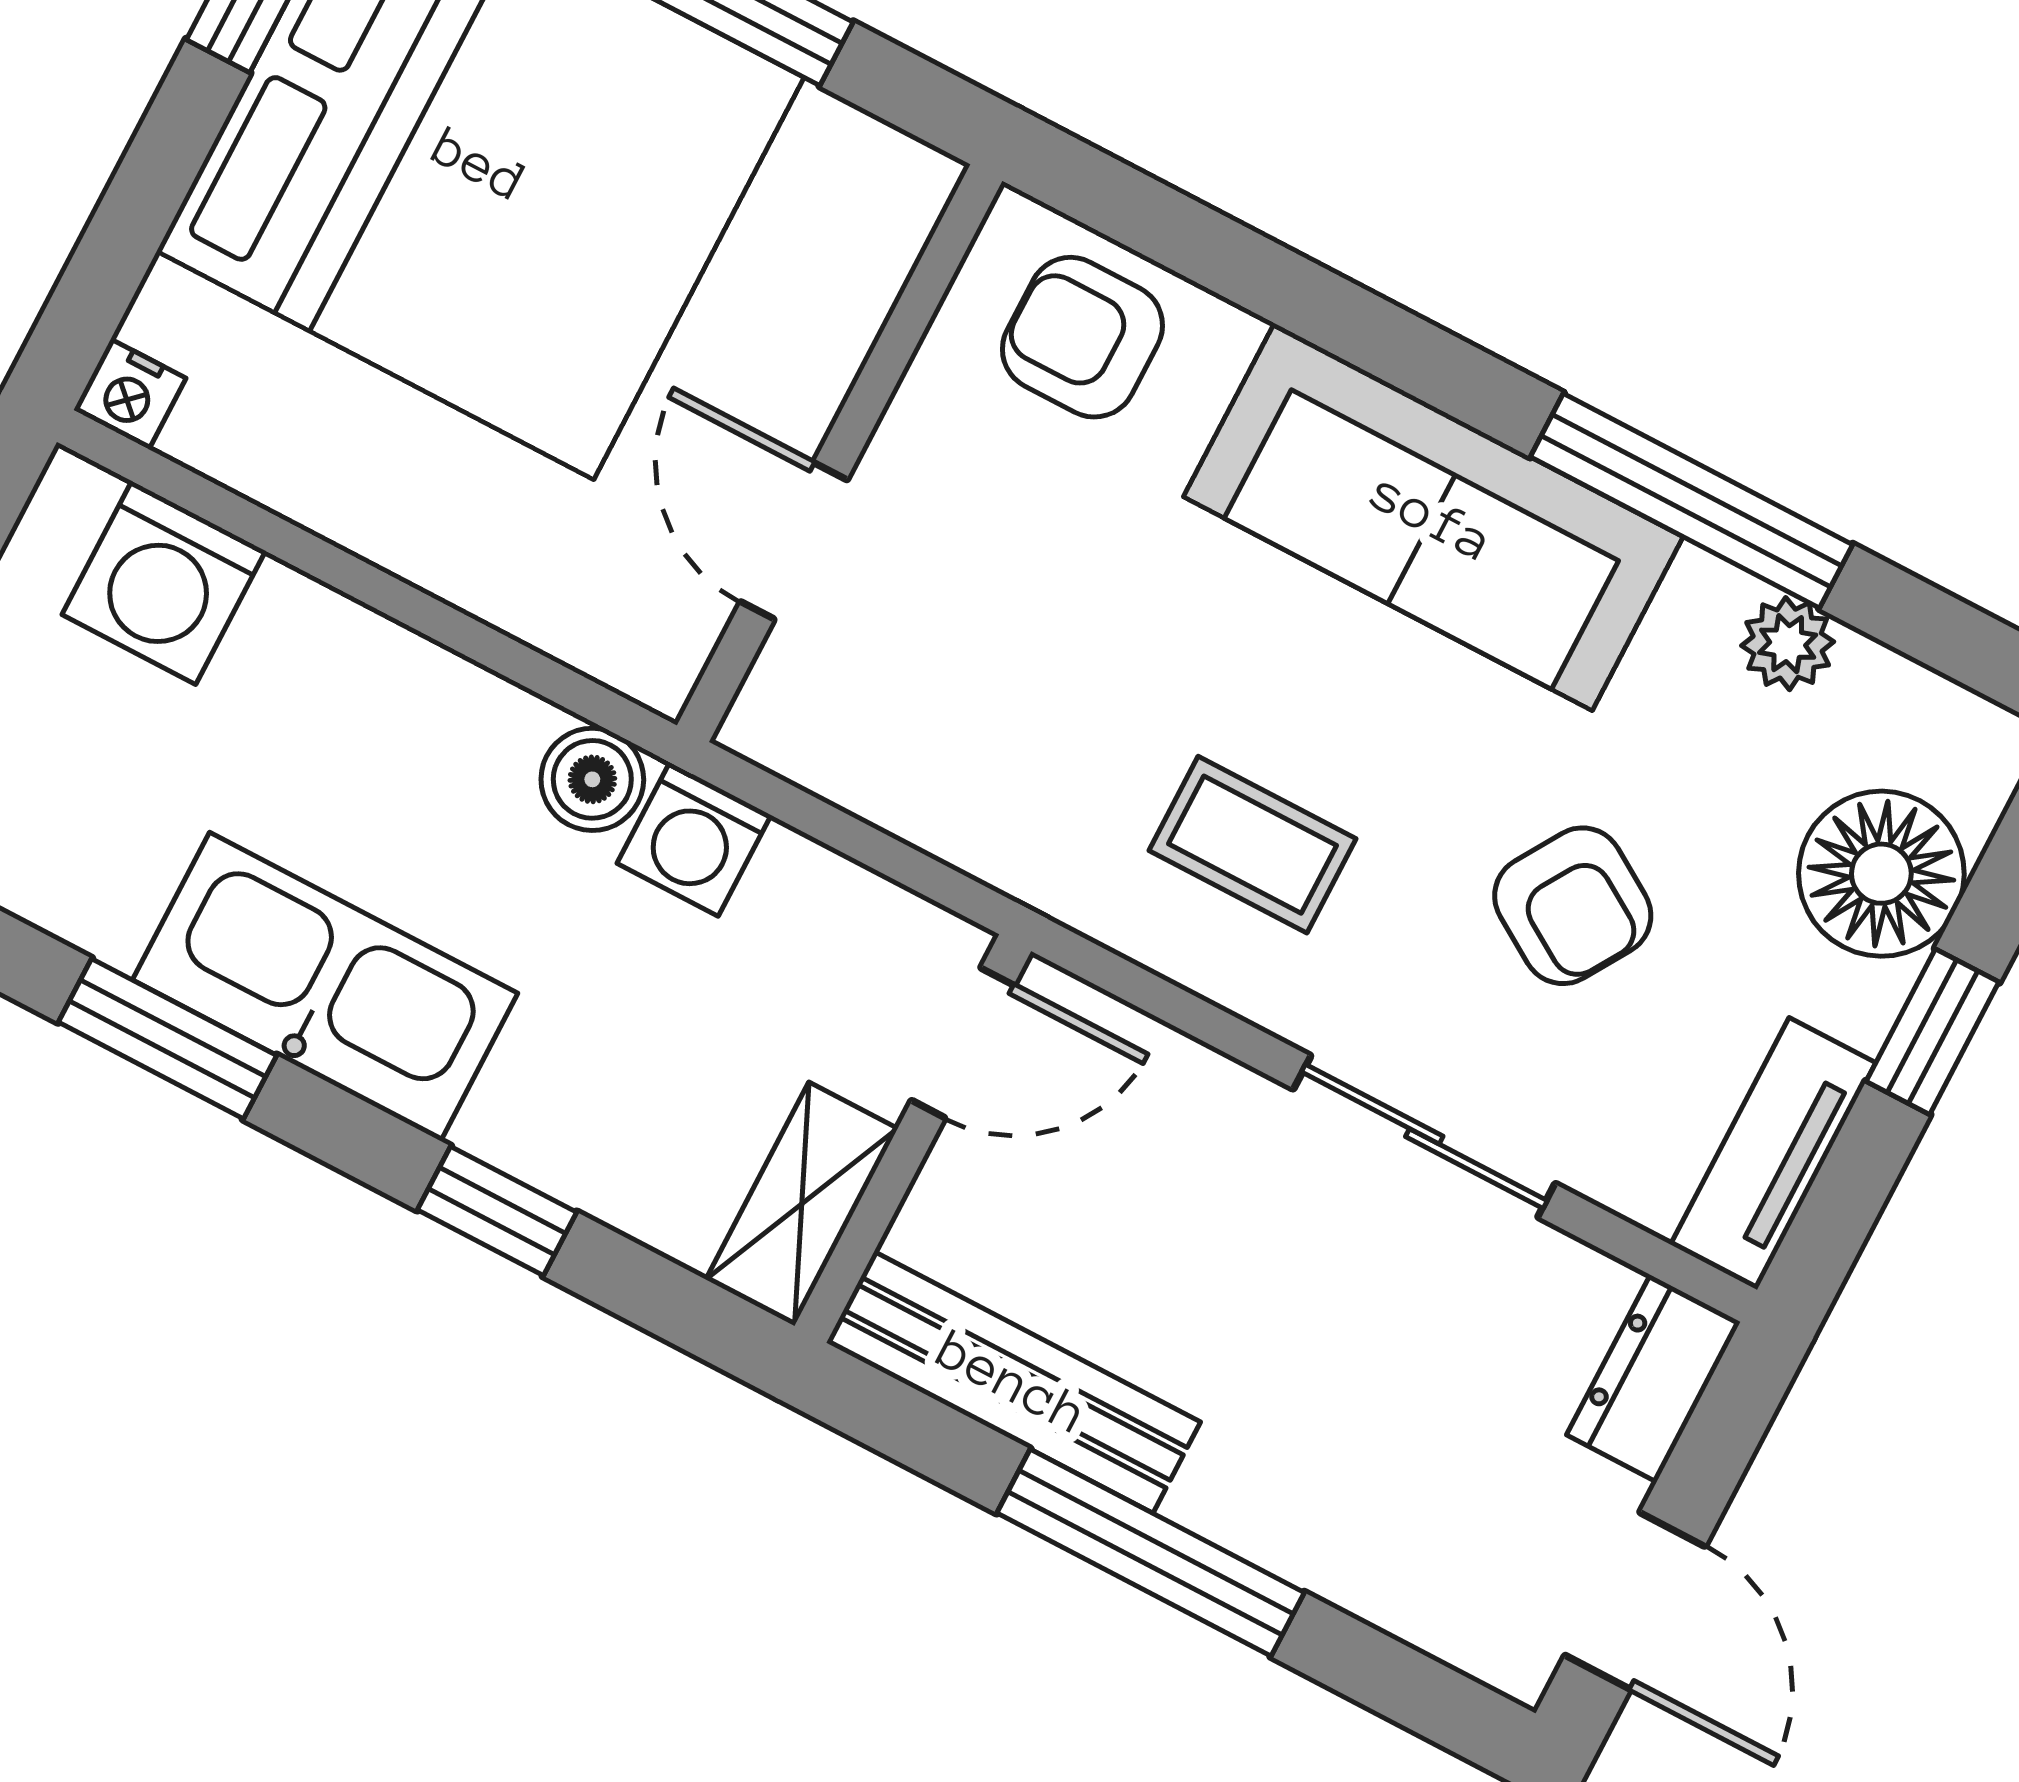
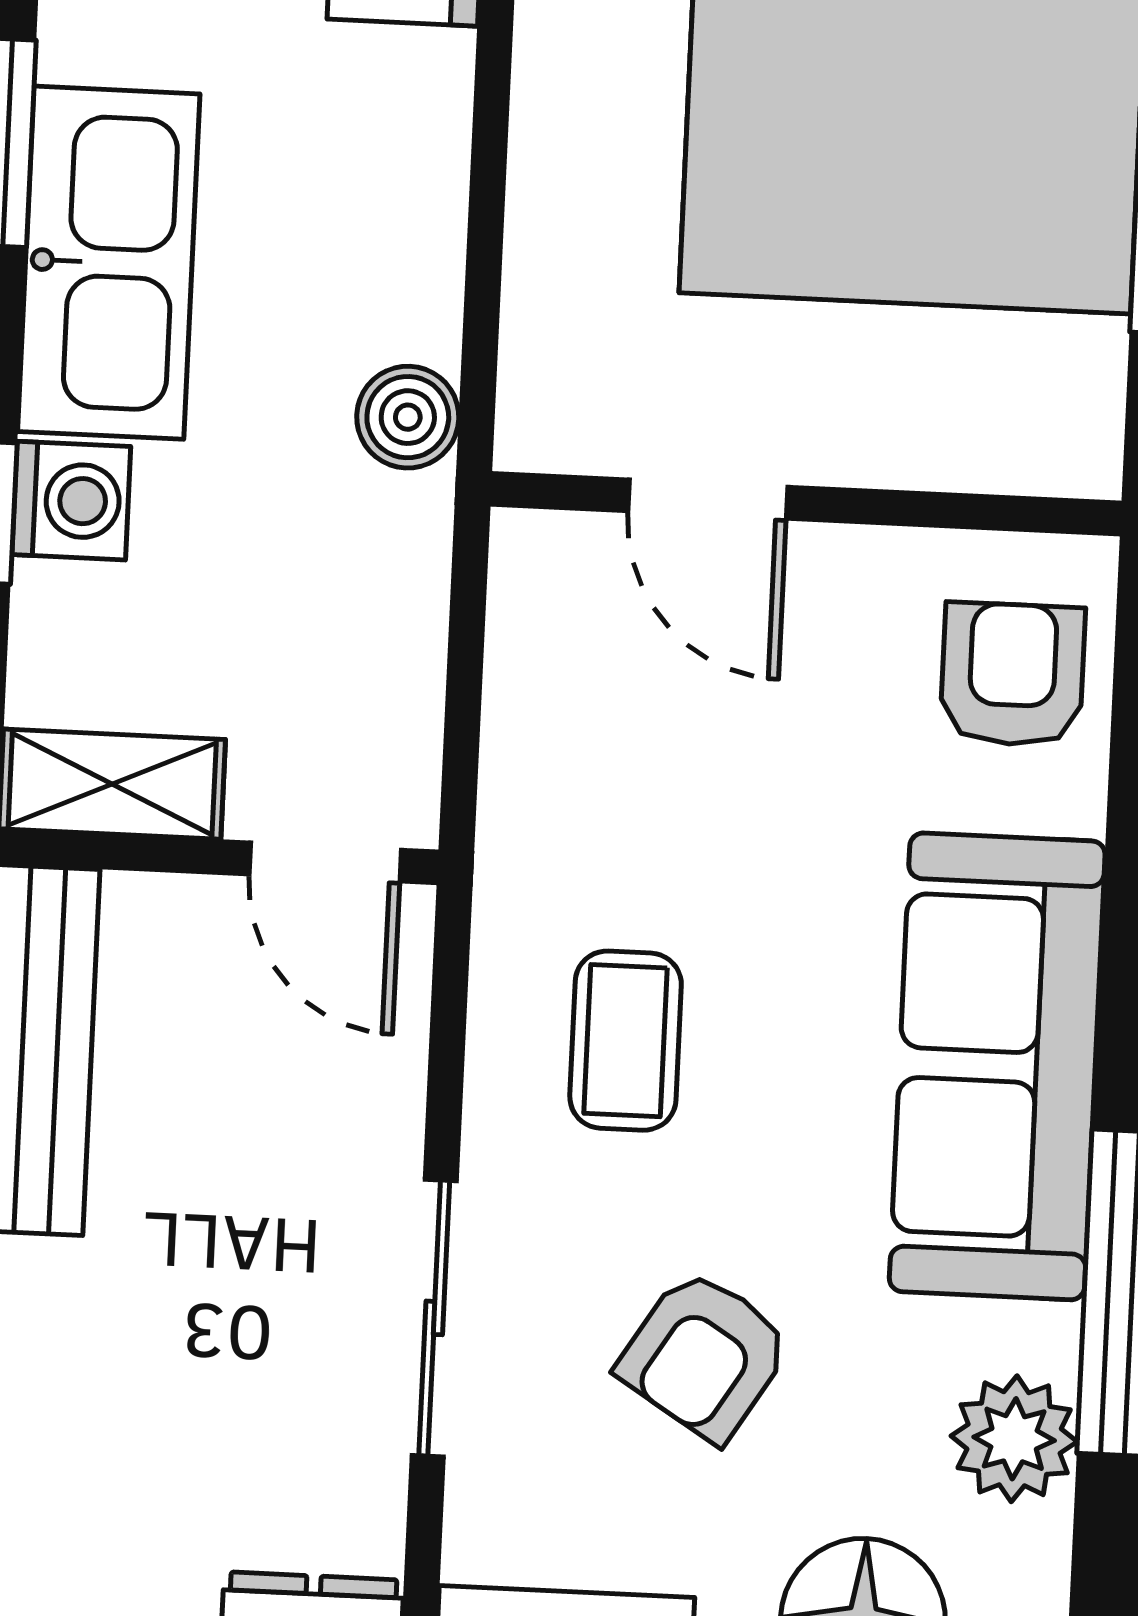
door: (794, 541) -> (708, 499), swing flipped
plant: (1788, 644) -> (1014, 1439), width x1.38, depth x1.38
washing machine: (694, 839) -> (71, 501), moved, turned 180

